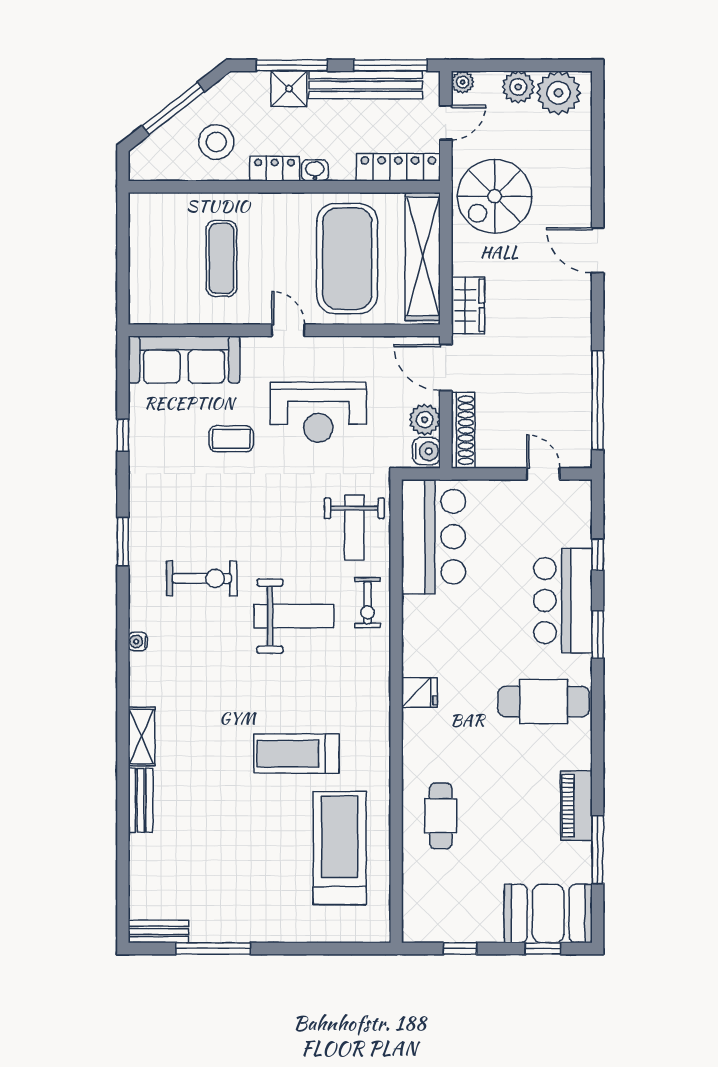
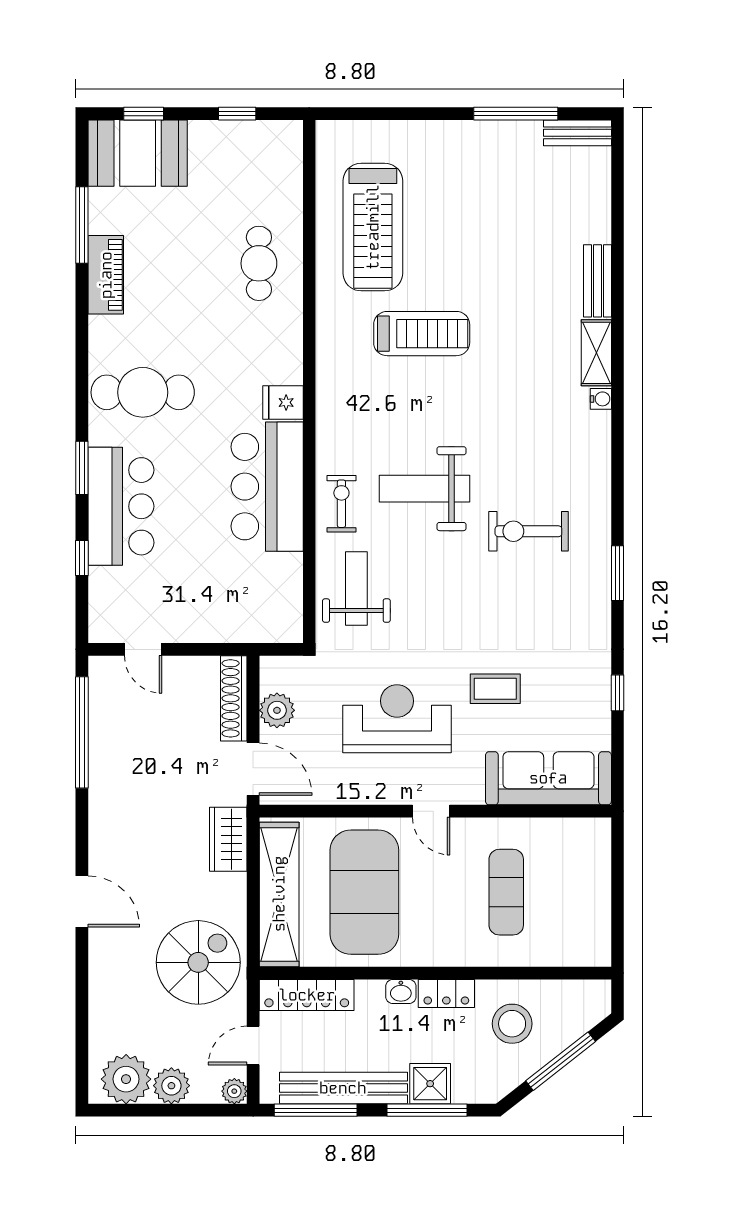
water cooler: (427, 451) -> (275, 675), removed
bar counter: (433, 537) -> (267, 487), moved
water cooler: (138, 641) -> (601, 399), moved

